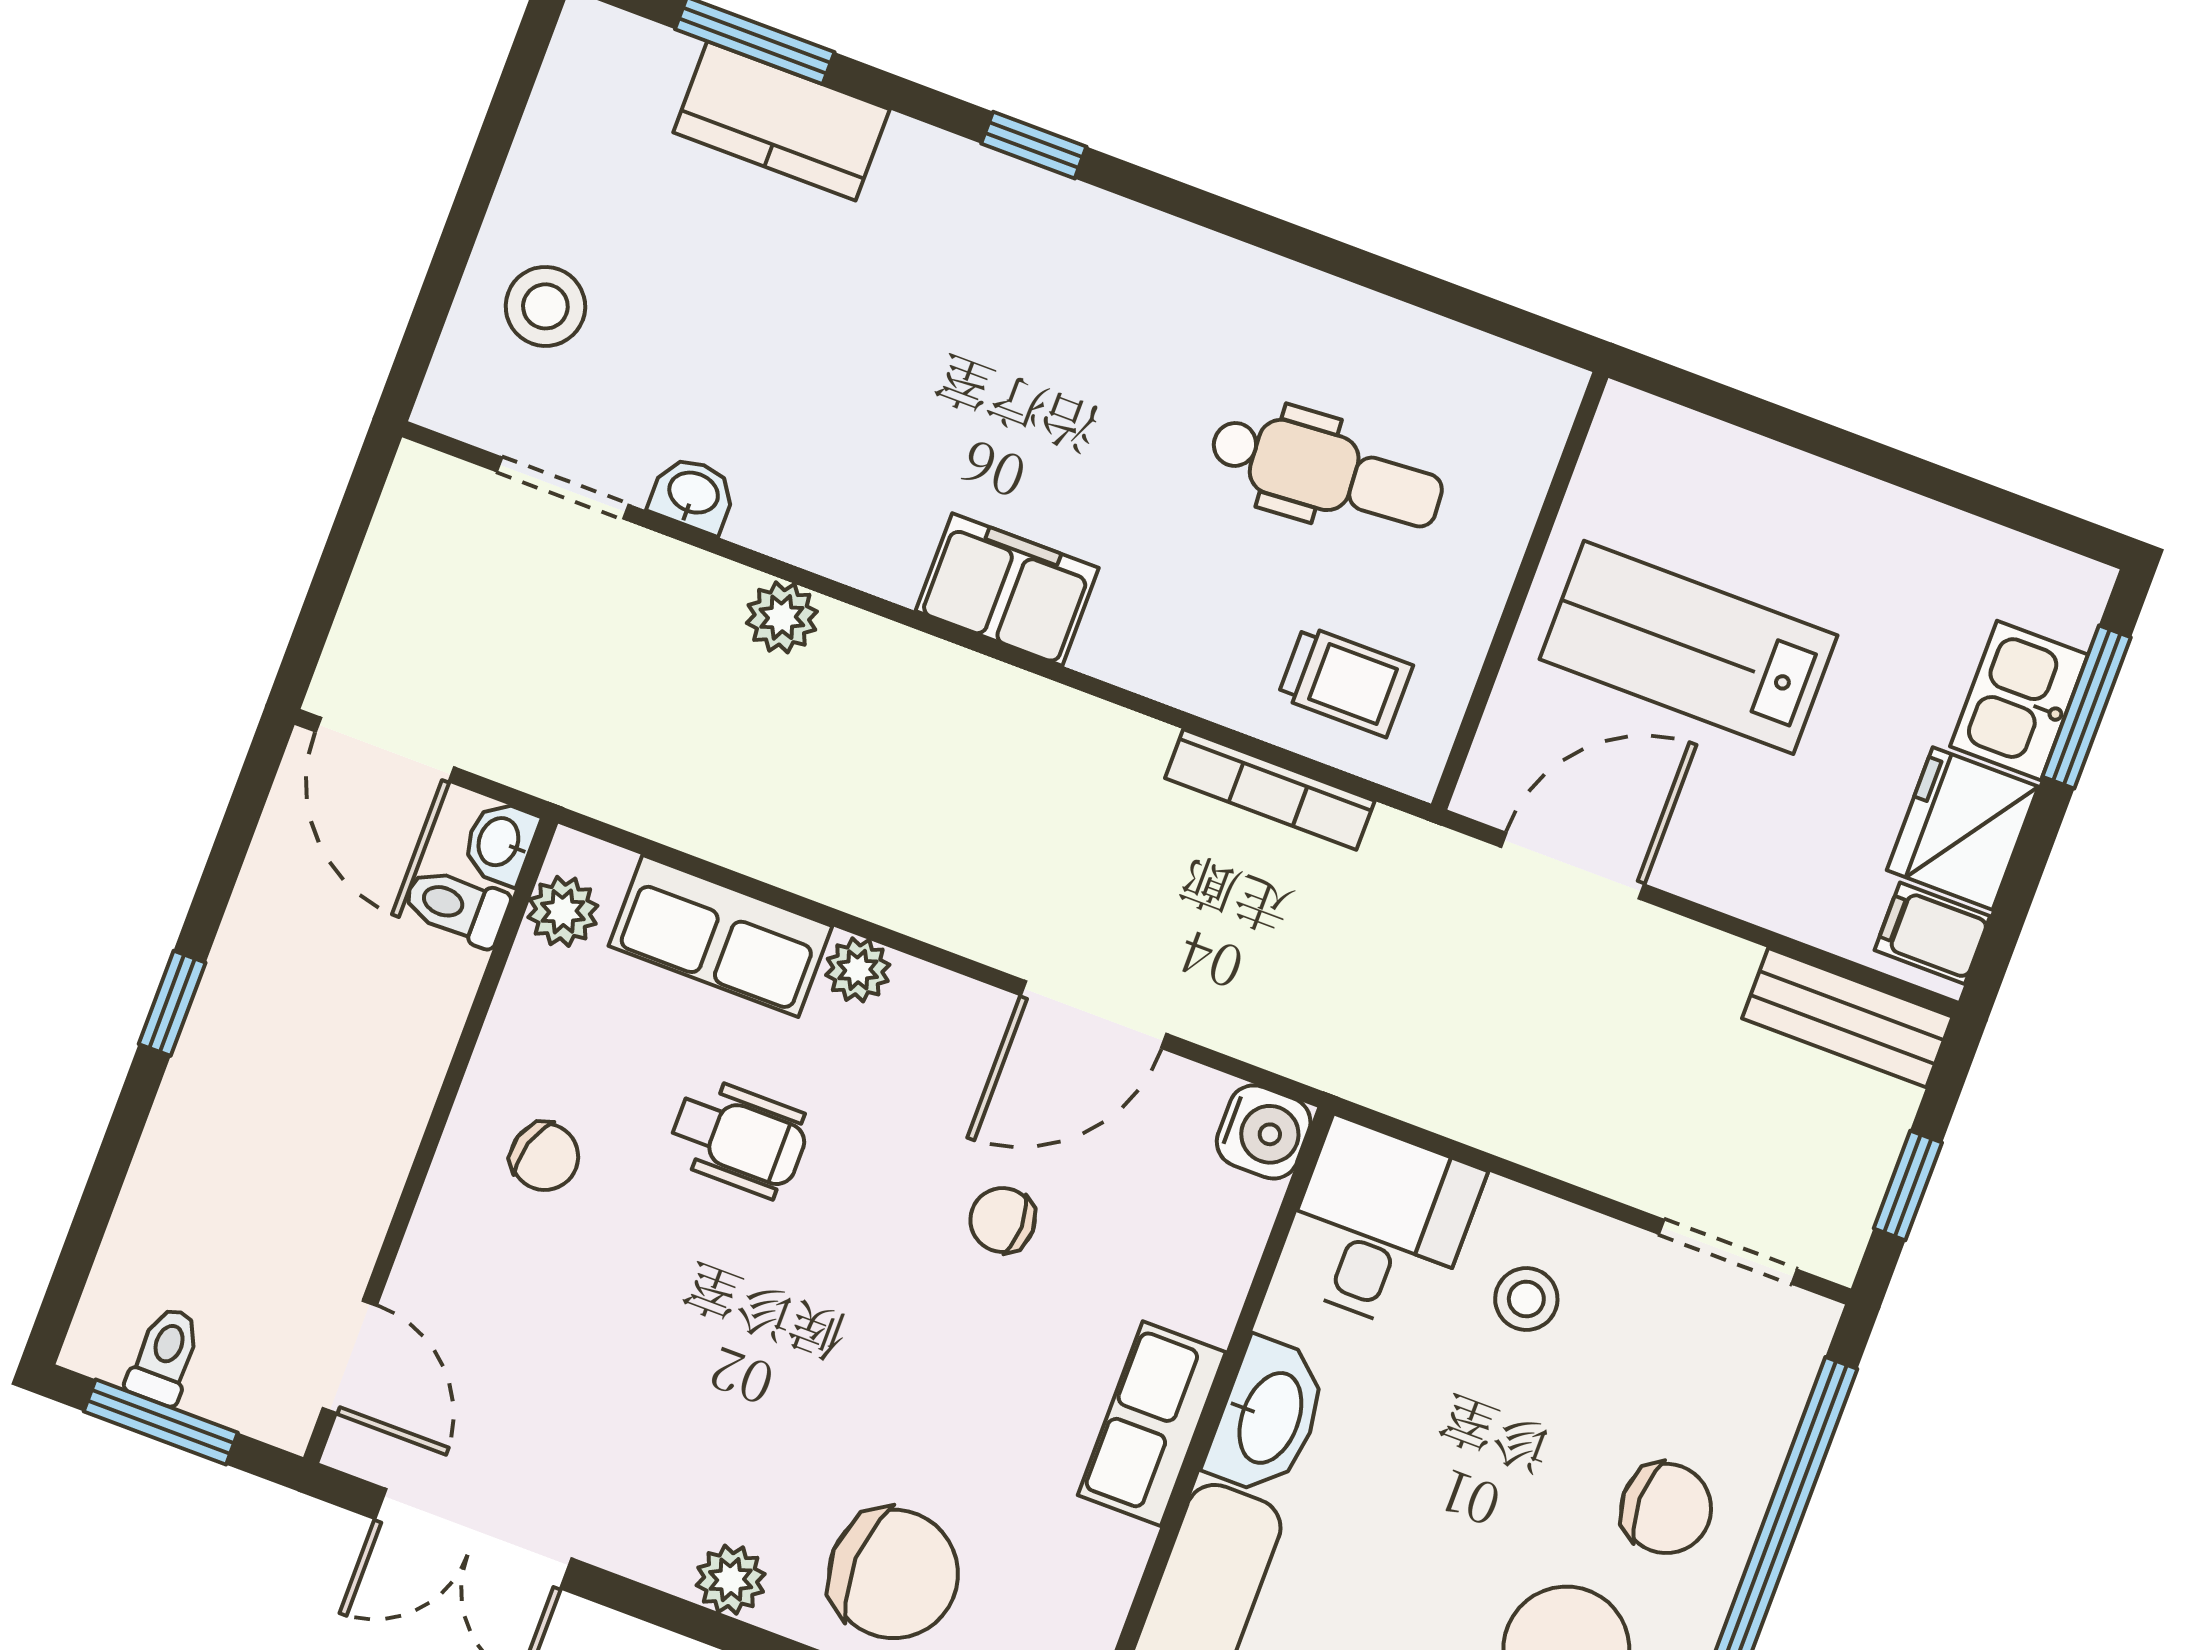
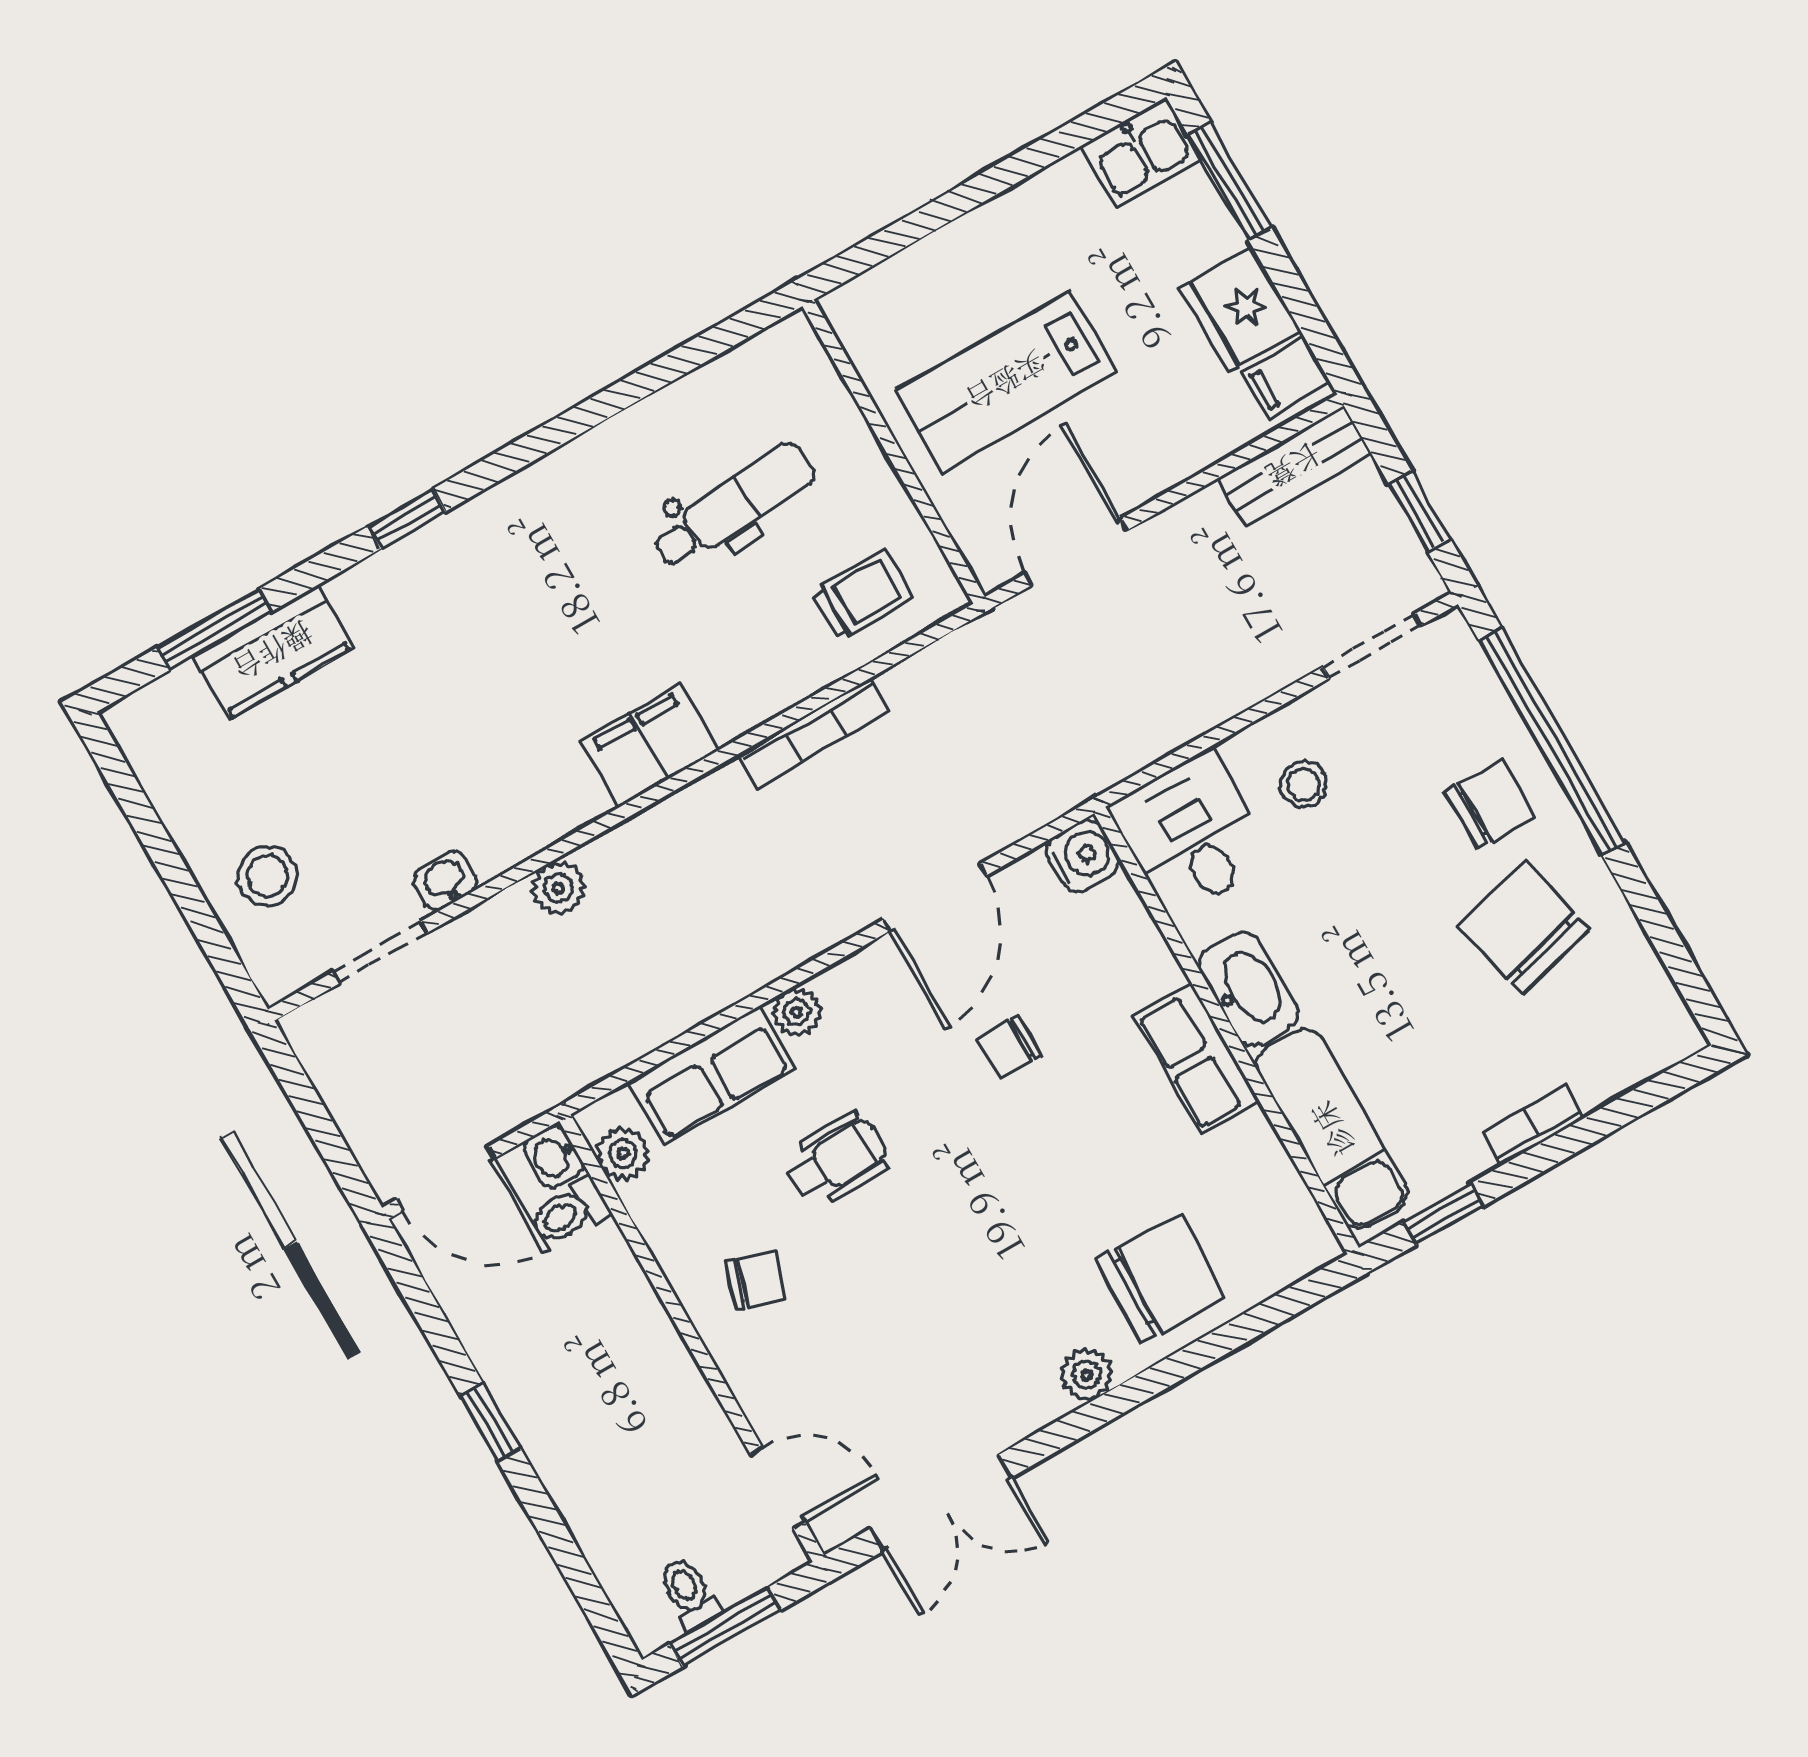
kitchen sink: (2019, 700) -> (1141, 153), moved, turned -90
bookcase: (1270, 790) -> (814, 732), moved

